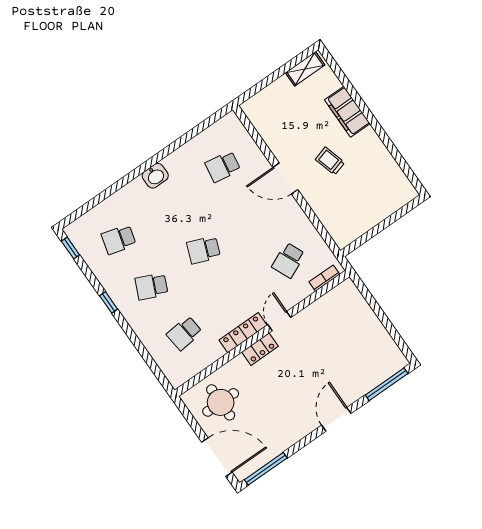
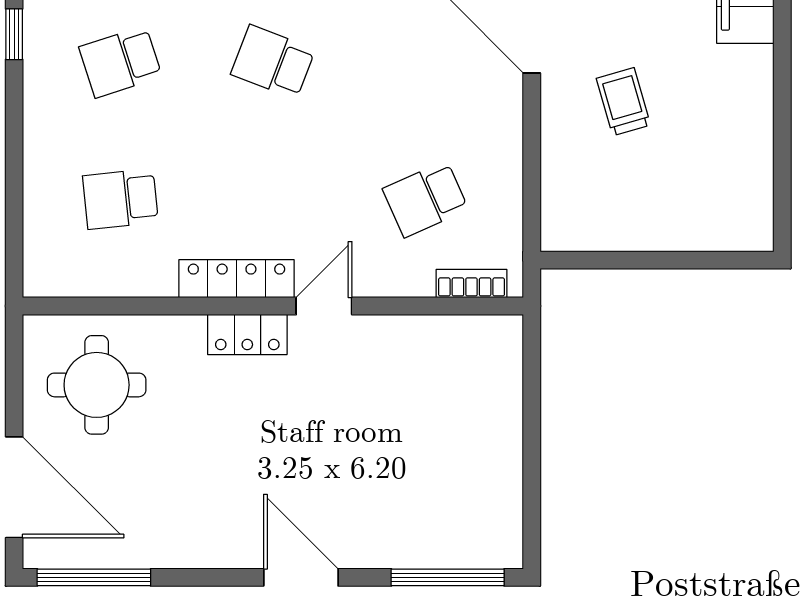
trolley: (330, 161) -> (623, 102), moved
school desk: (151, 286) -> (120, 62), turned -42
door: (336, 419) -> (301, 577), hinge flipped

